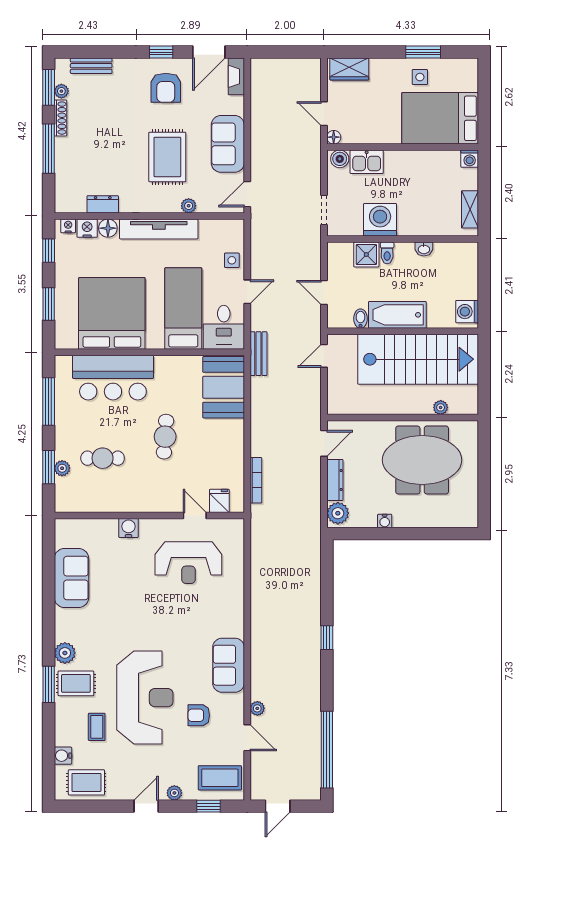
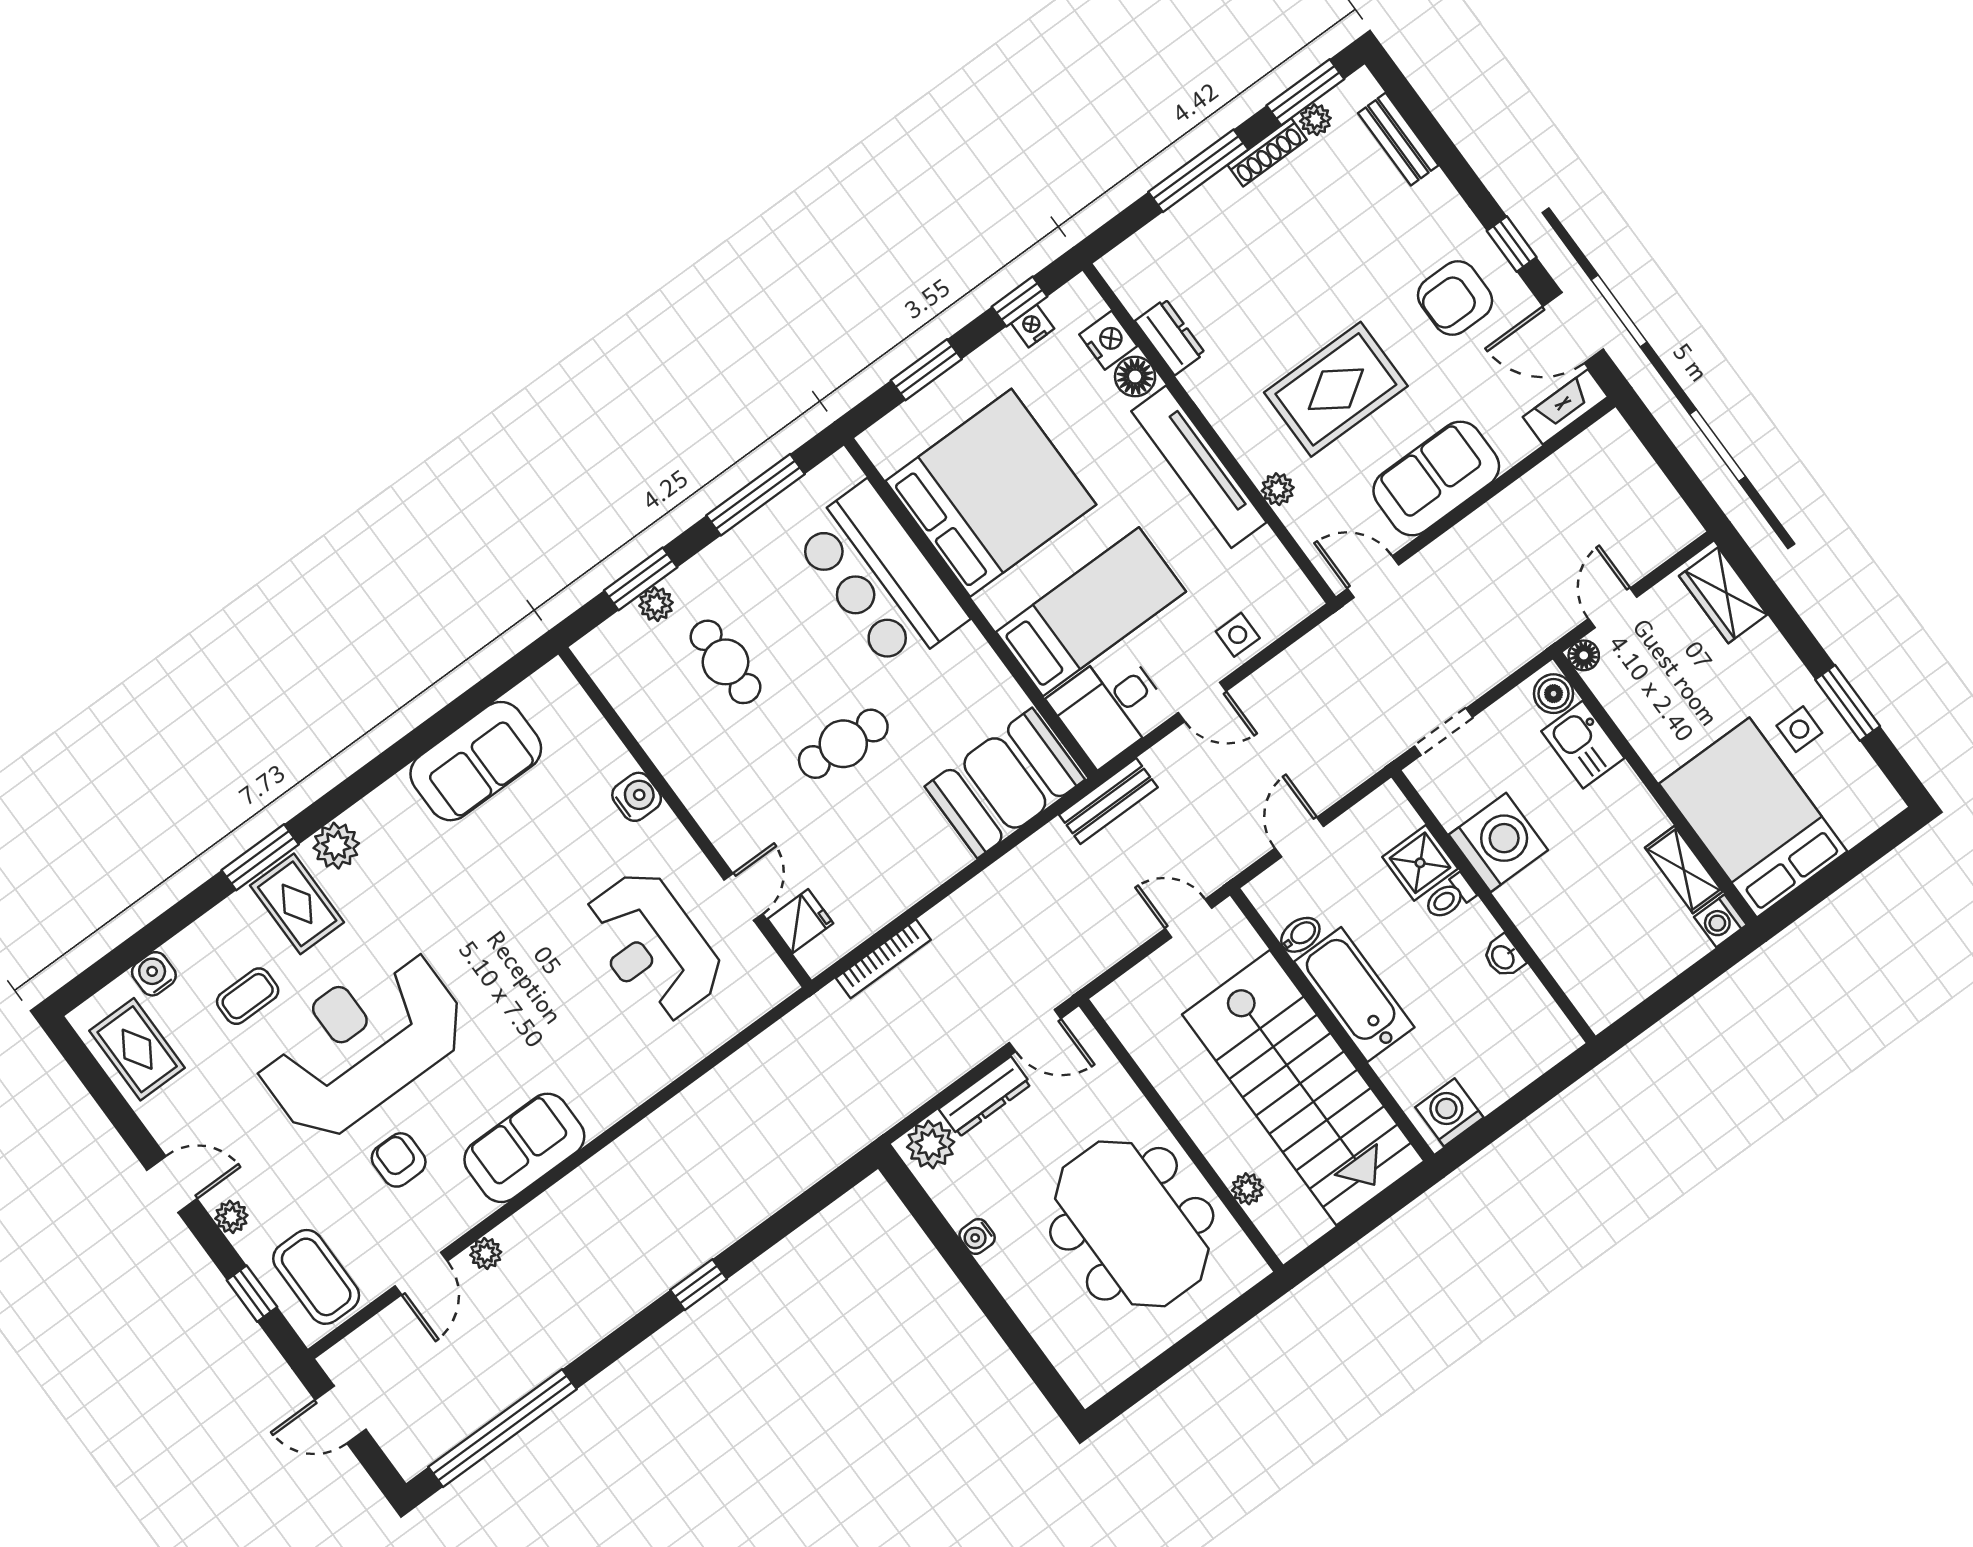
shelving: (470, 209) -> (1684, 870), moved, turned 90
nightstand: (68, 226) -> (1033, 326), moved, turned -90
reception desk: (145, 698) -> (361, 1043), turned 180

